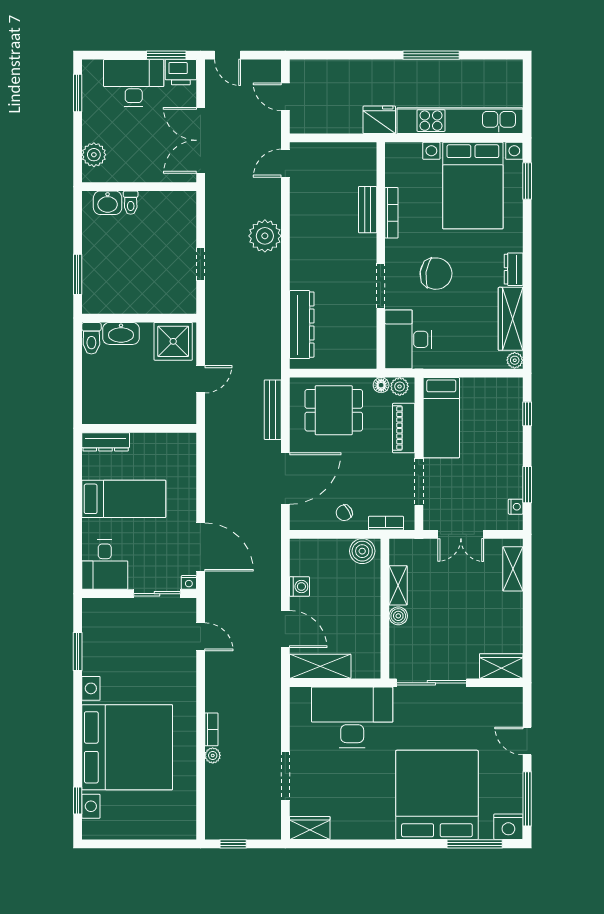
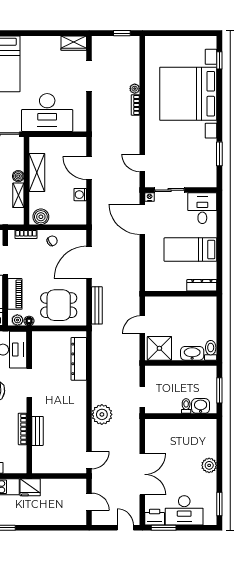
wall: (139, 187) -> (181, 416), moved
washbasin: (108, 203) -> (201, 406), moved
toilet: (131, 203) -> (186, 406), moved
shelving: (320, 666) -> (37, 173), moved, turned 90

